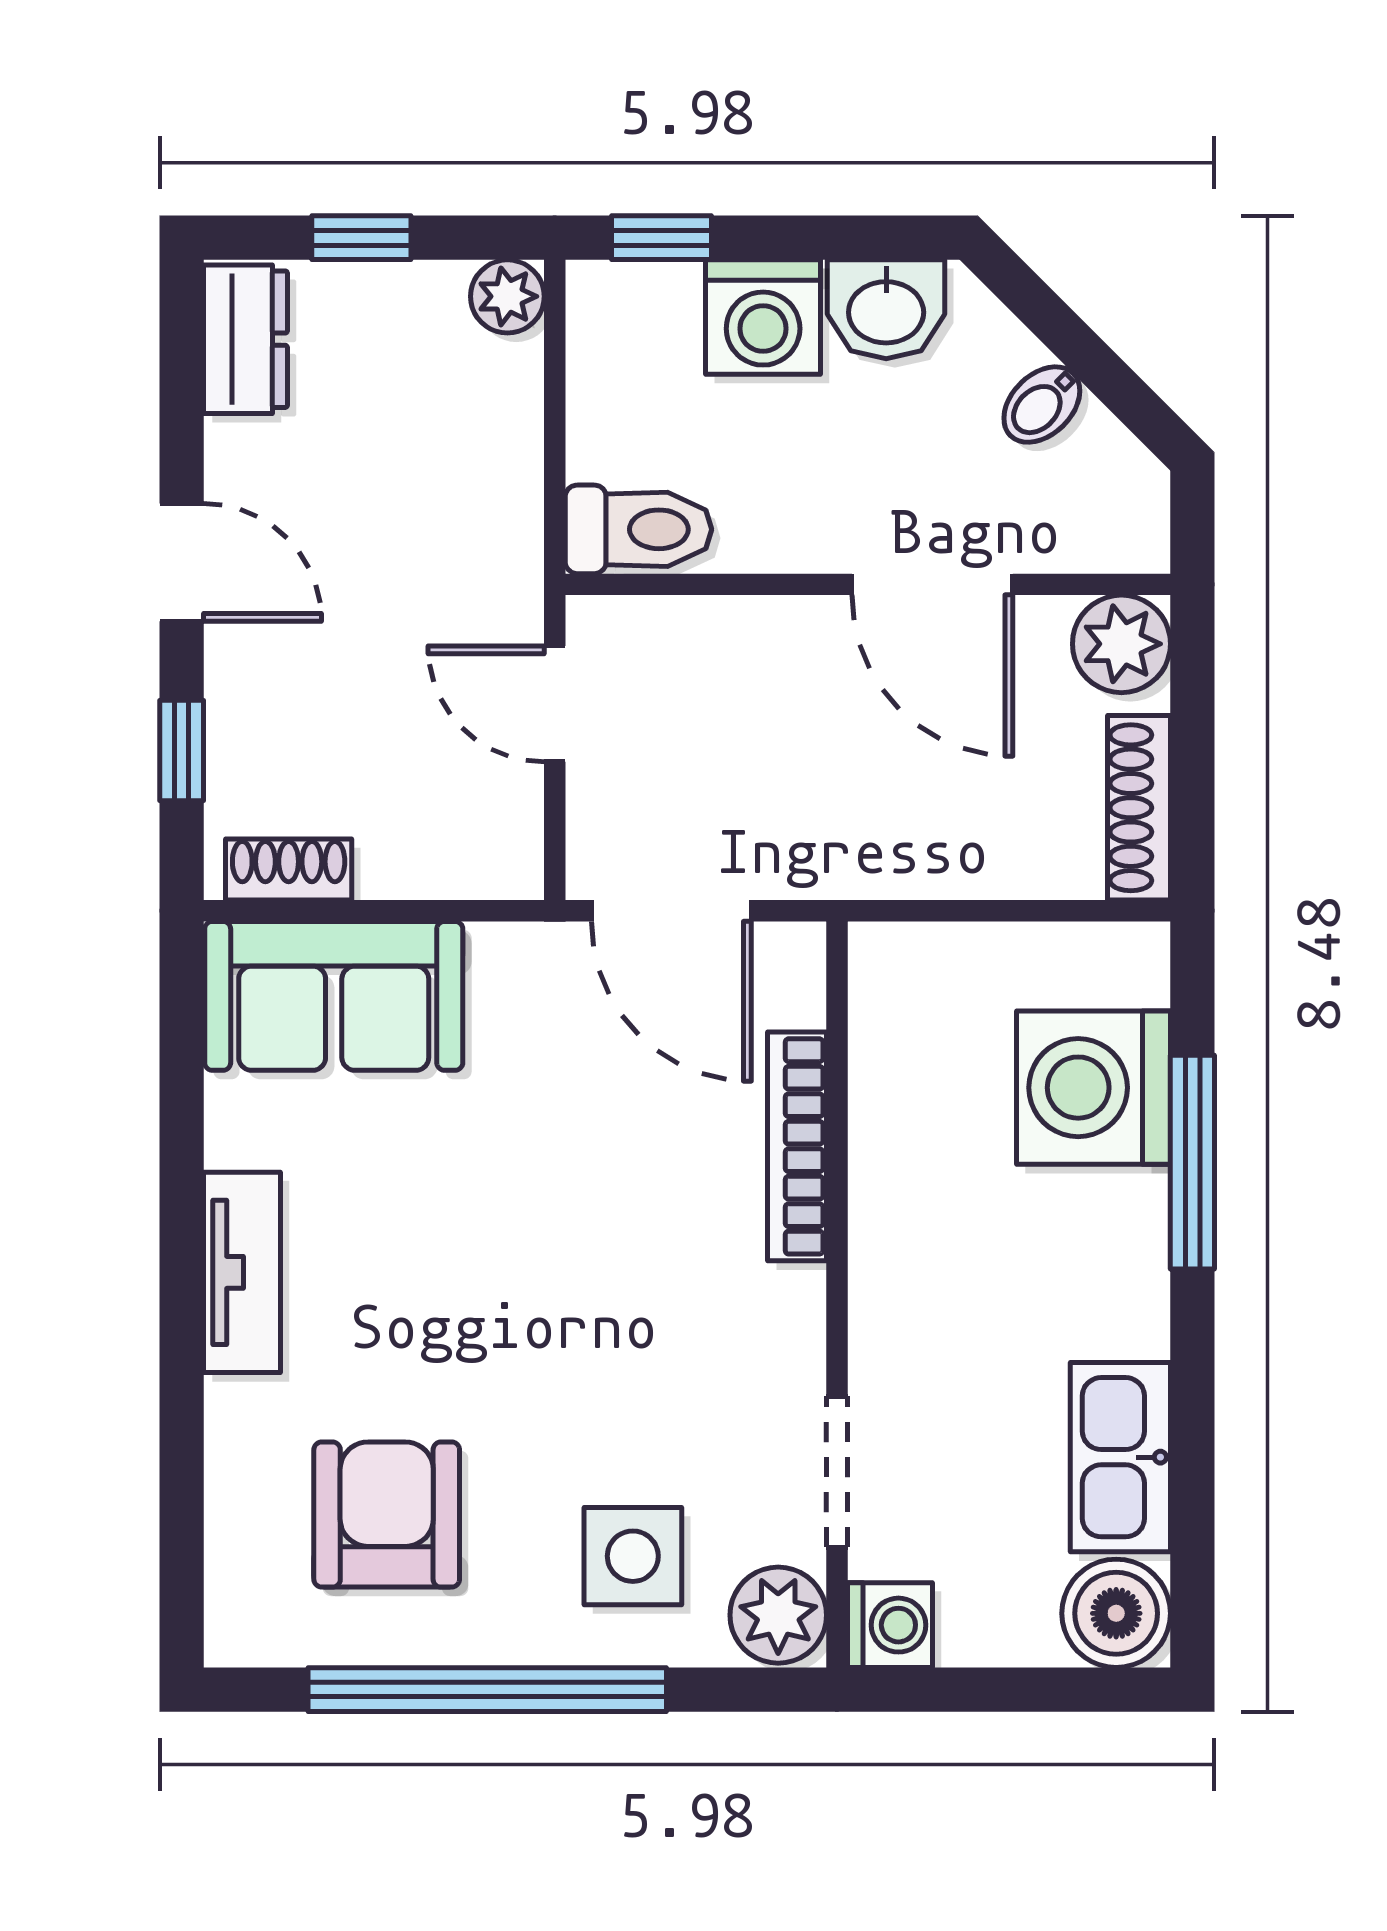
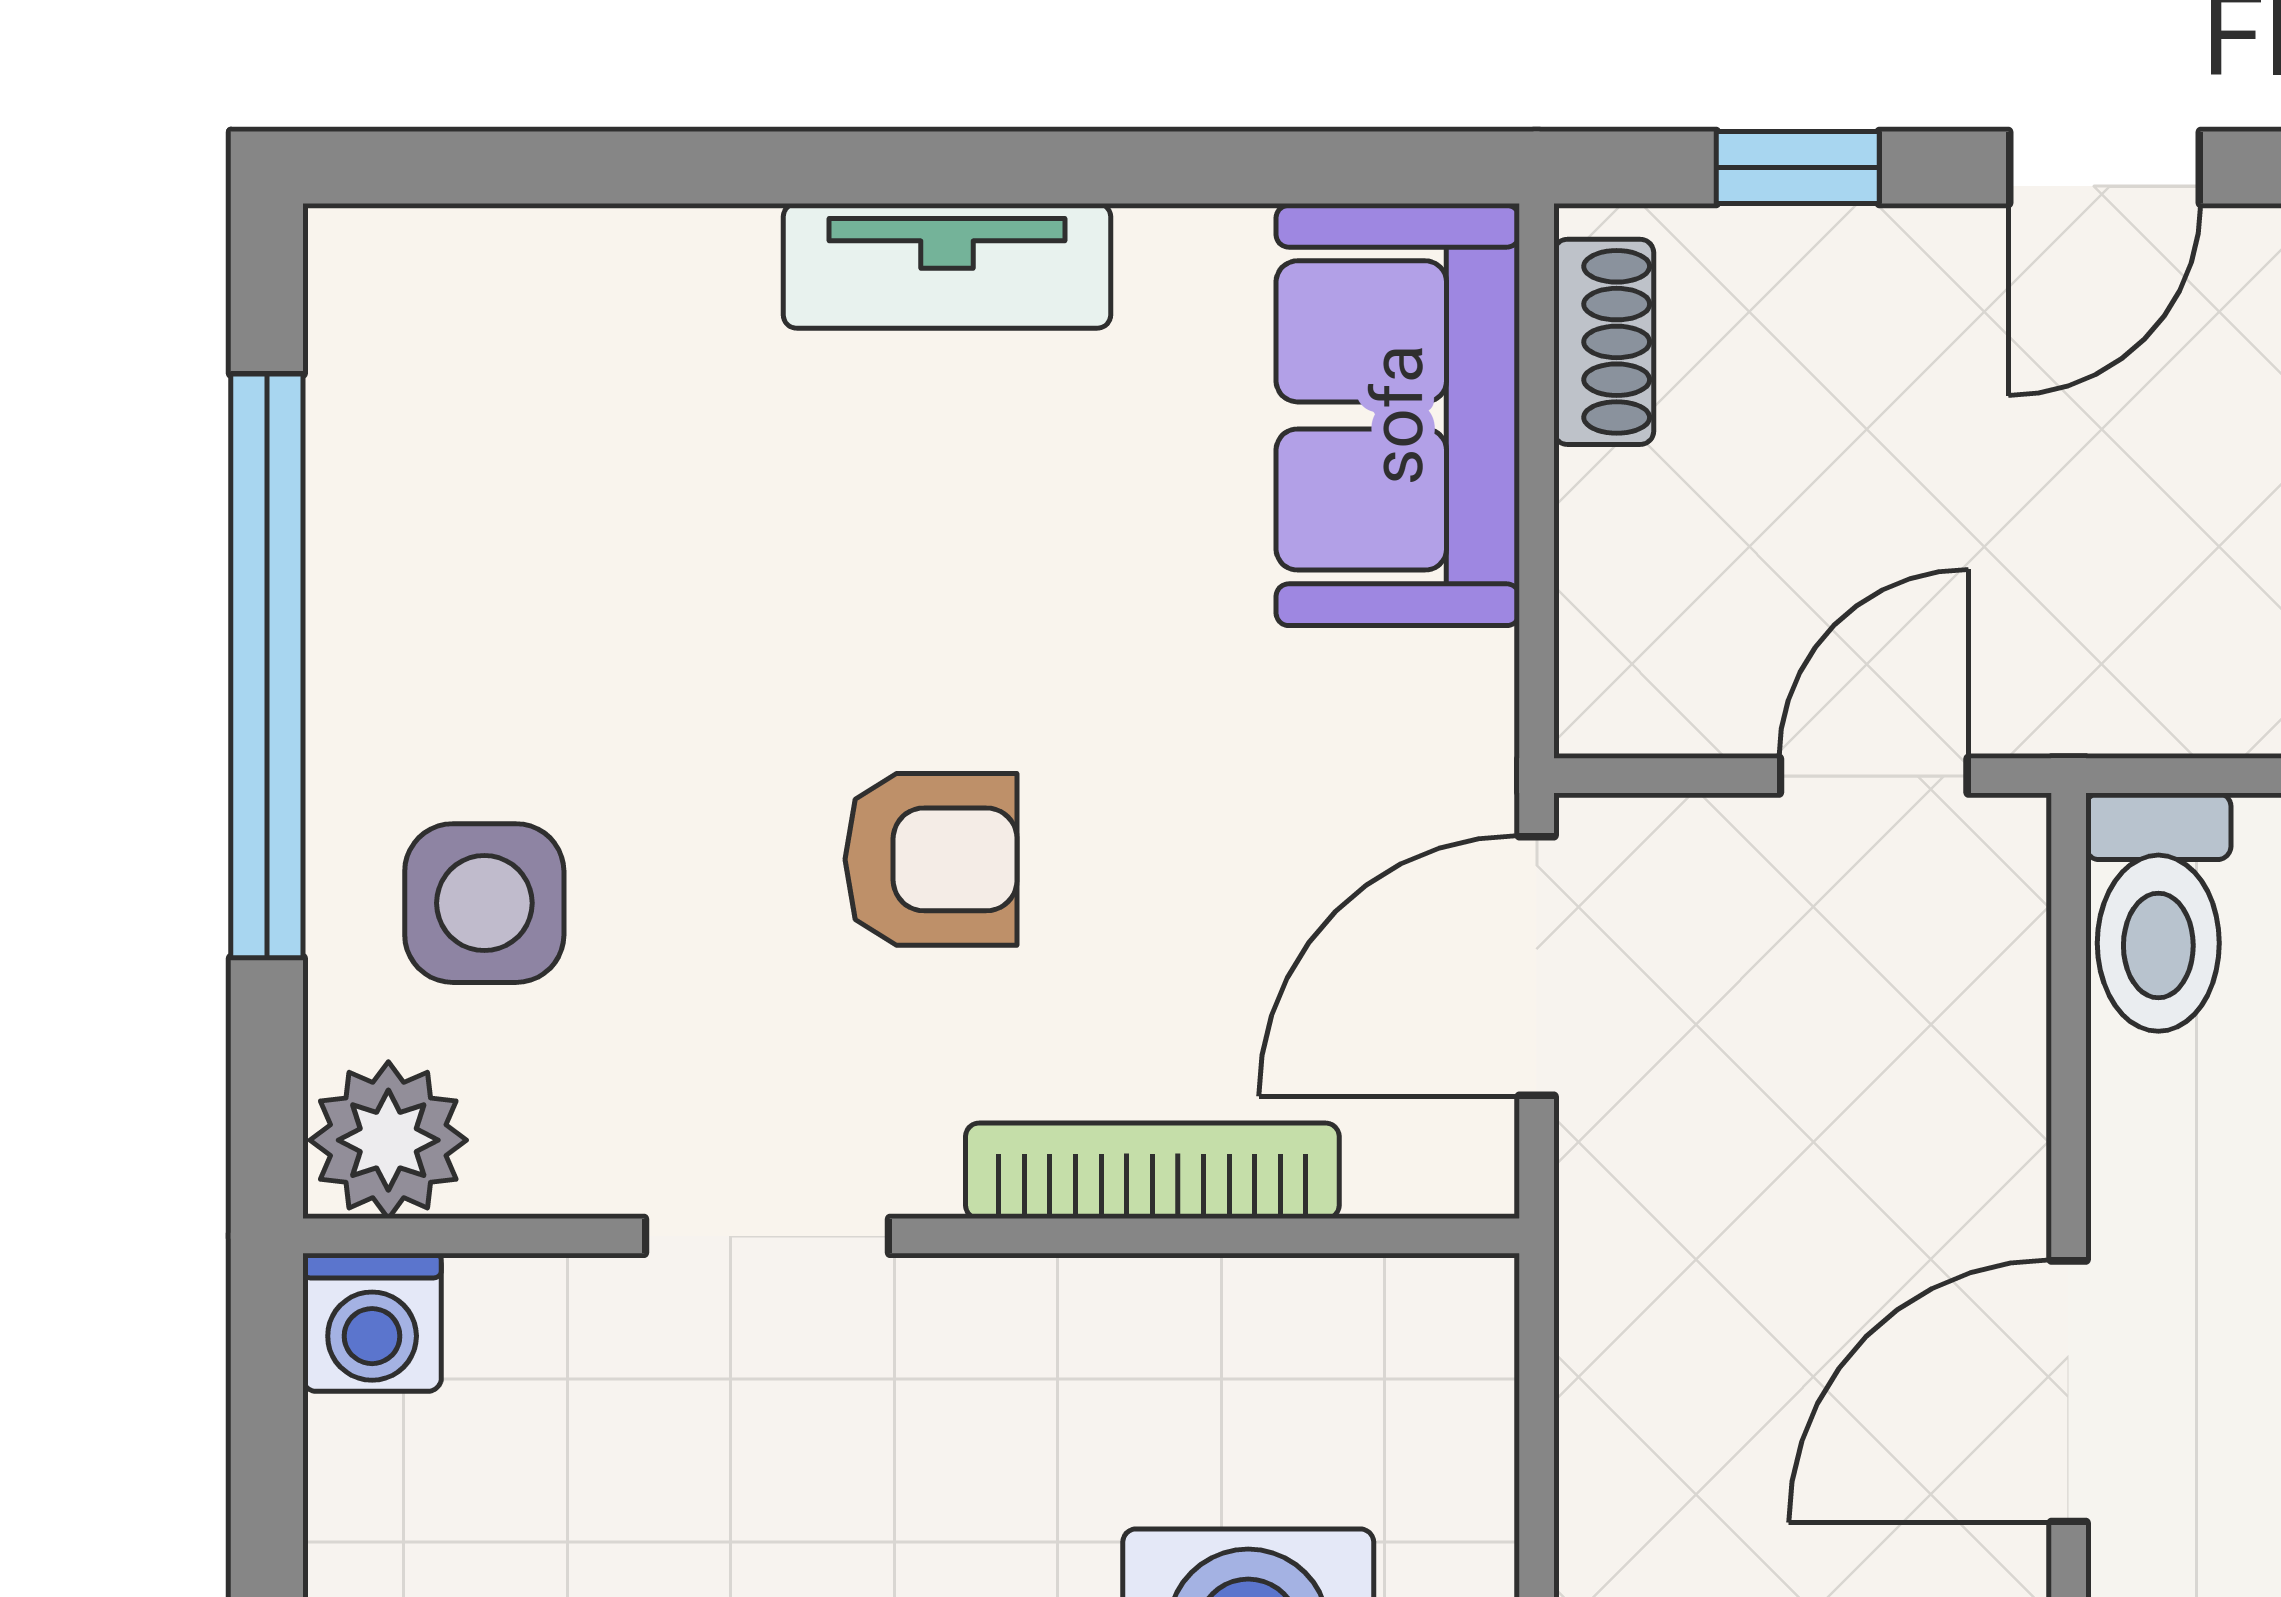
doorway: (837, 1472) -> (767, 1236), moved
armchair: (387, 1515) -> (931, 859), moved, width x0.72, depth x0.72

